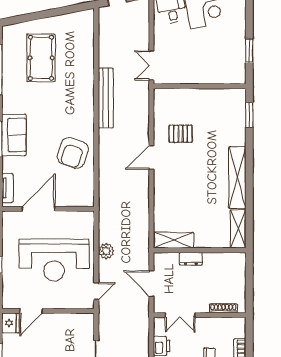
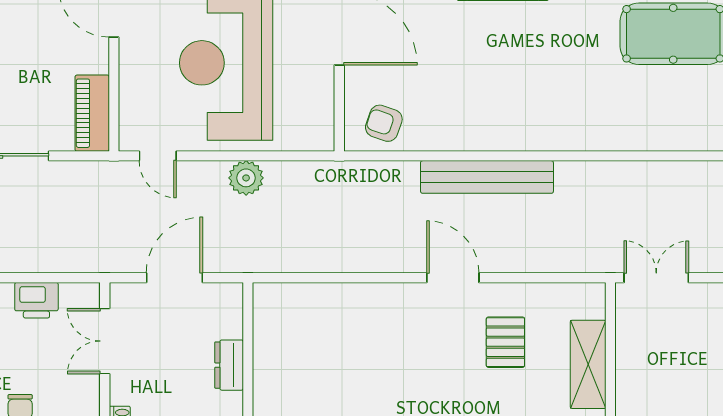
bench: (106, 98) -> (487, 177), moved
armchair: (73, 153) -> (384, 123), moved, width x0.53, depth x0.53
shelving: (174, 240) -> (588, 364), moved
piano: (77, 321) -> (92, 113), added

